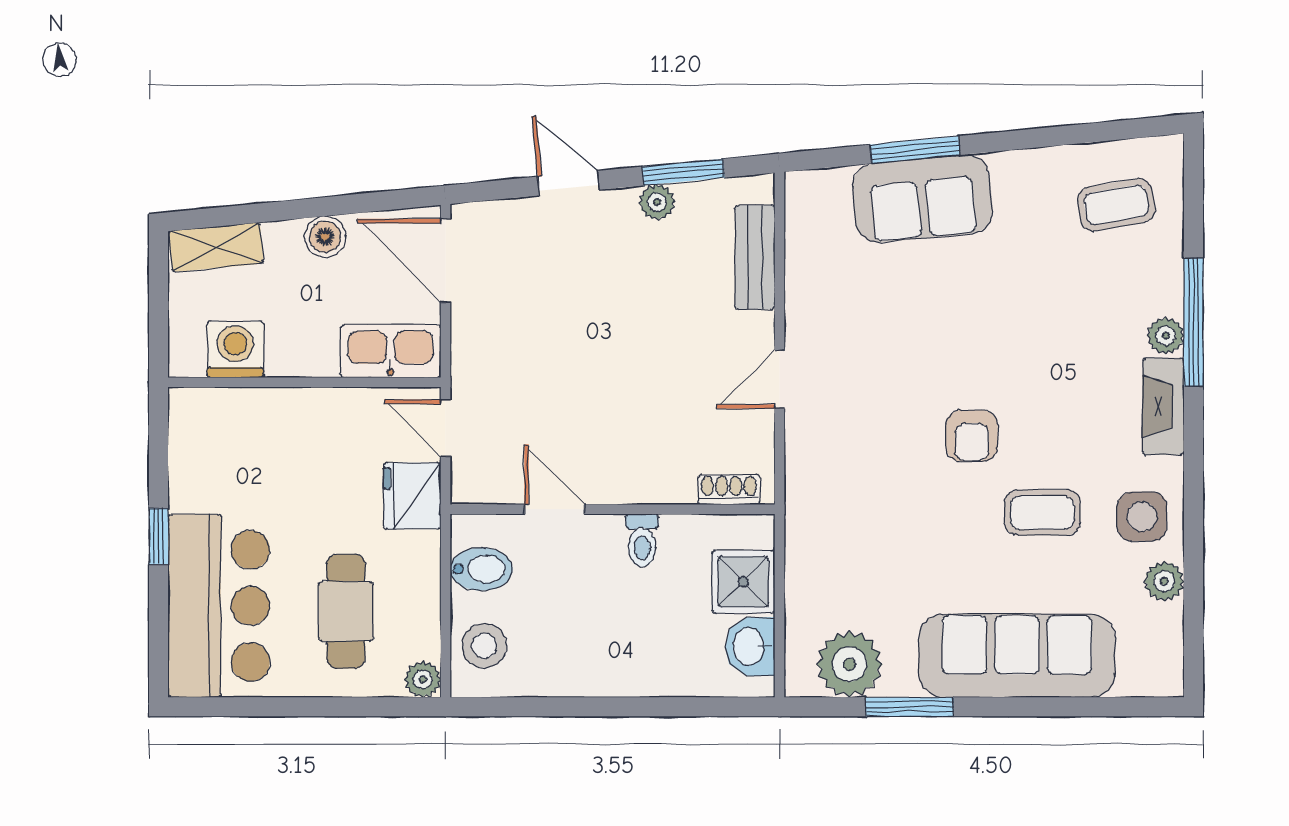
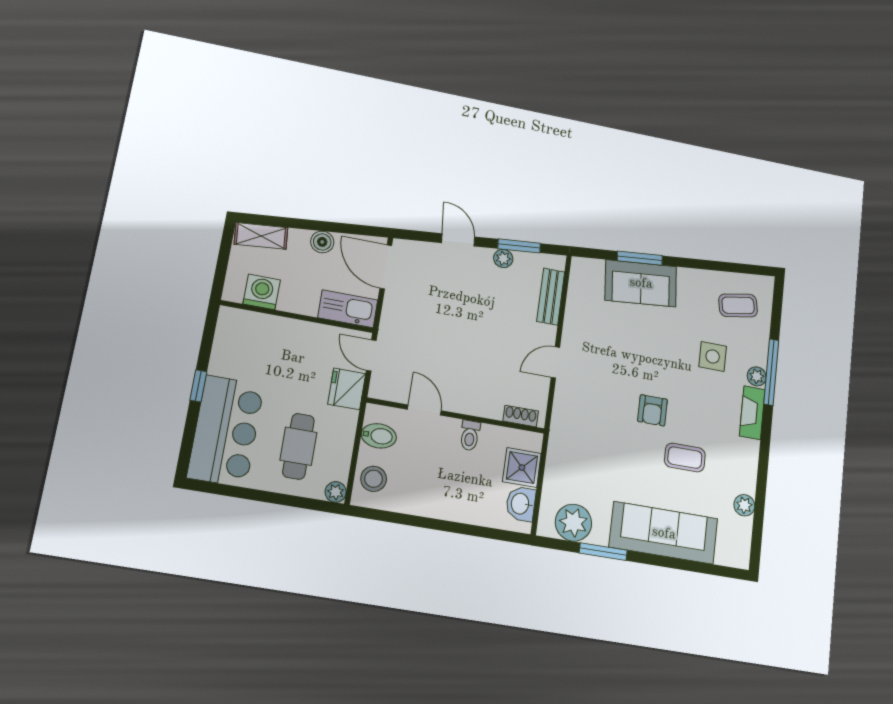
side table: (1142, 517) -> (713, 356), moved

